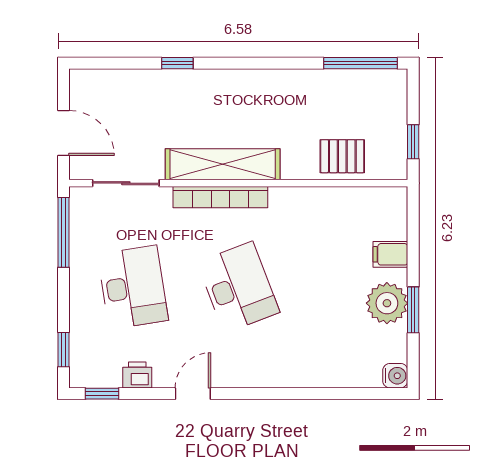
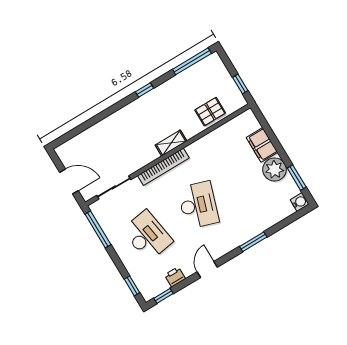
window: (177, 63) -> (144, 90), moved
shelving: (223, 164) -> (171, 143), width x0.45, depth x0.75
filing cabinet: (390, 254) -> (262, 145), width x2.00
desk: (238, 287) -> (198, 205), turned 39
window: (413, 310) -> (297, 178), moved
window: (288, 394) -> (253, 242), added

